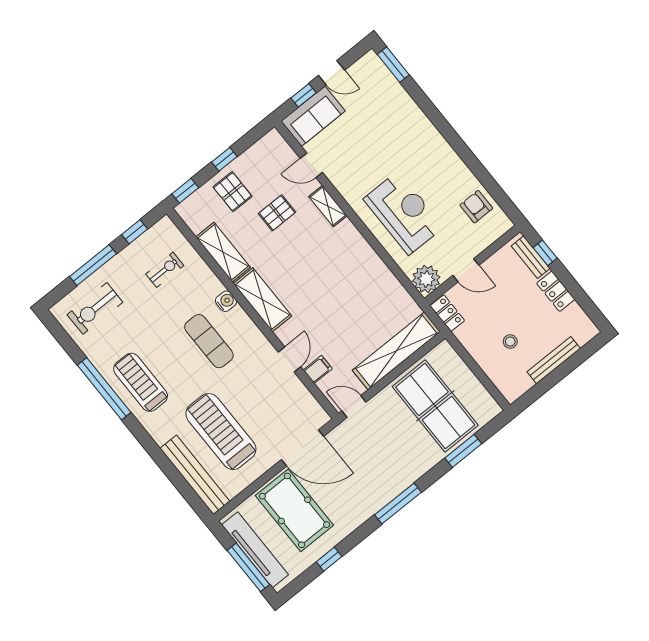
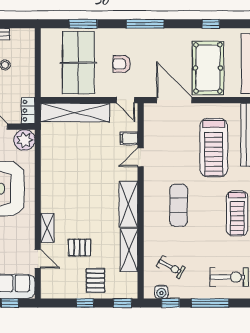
exercise bike: (165, 270) -> (171, 267), turned -152
water cooler: (226, 301) -> (161, 292), moved, turned -90
armchair: (388, 441) -> (122, 64), added

